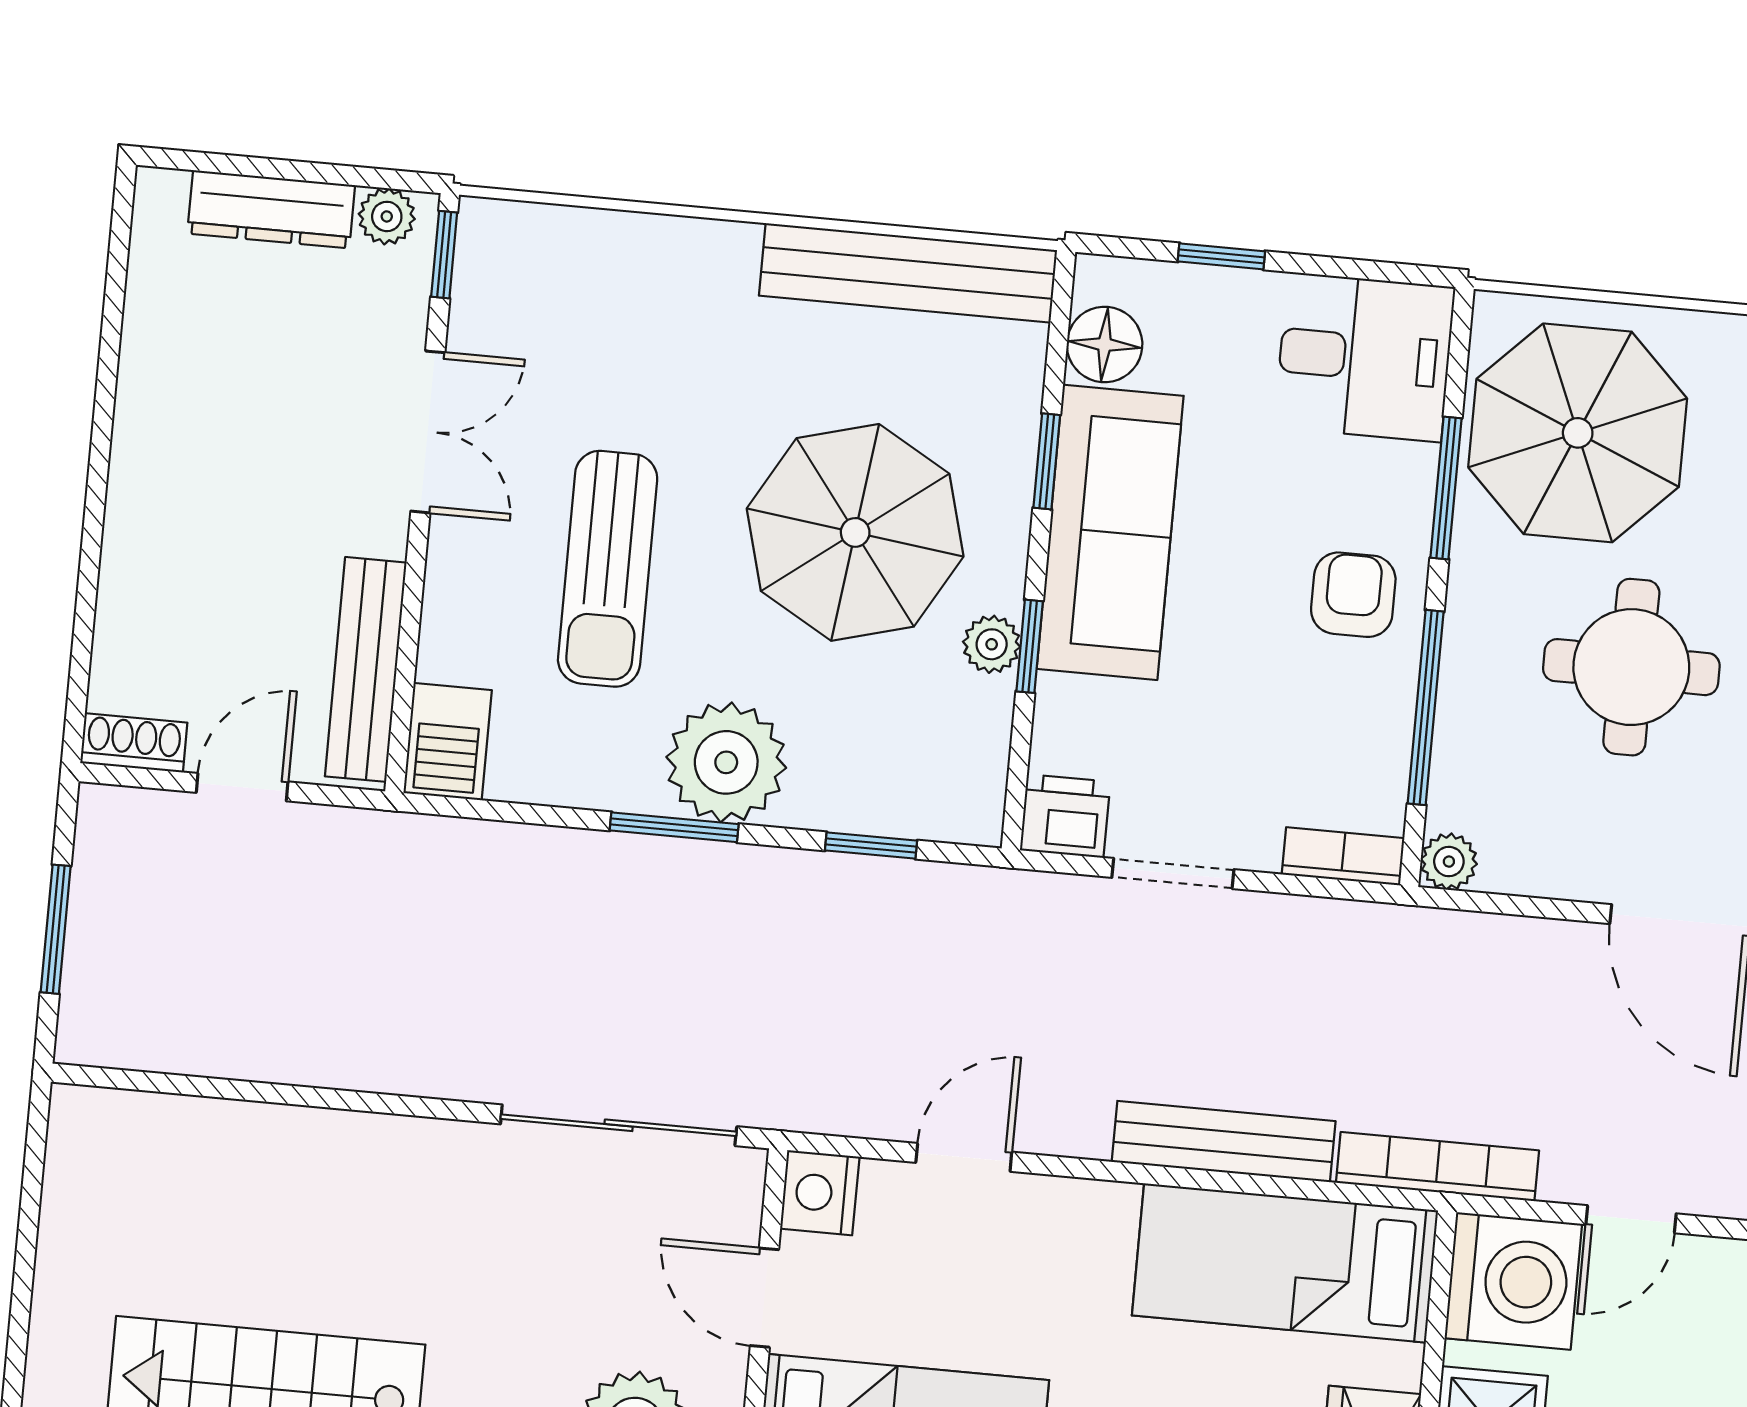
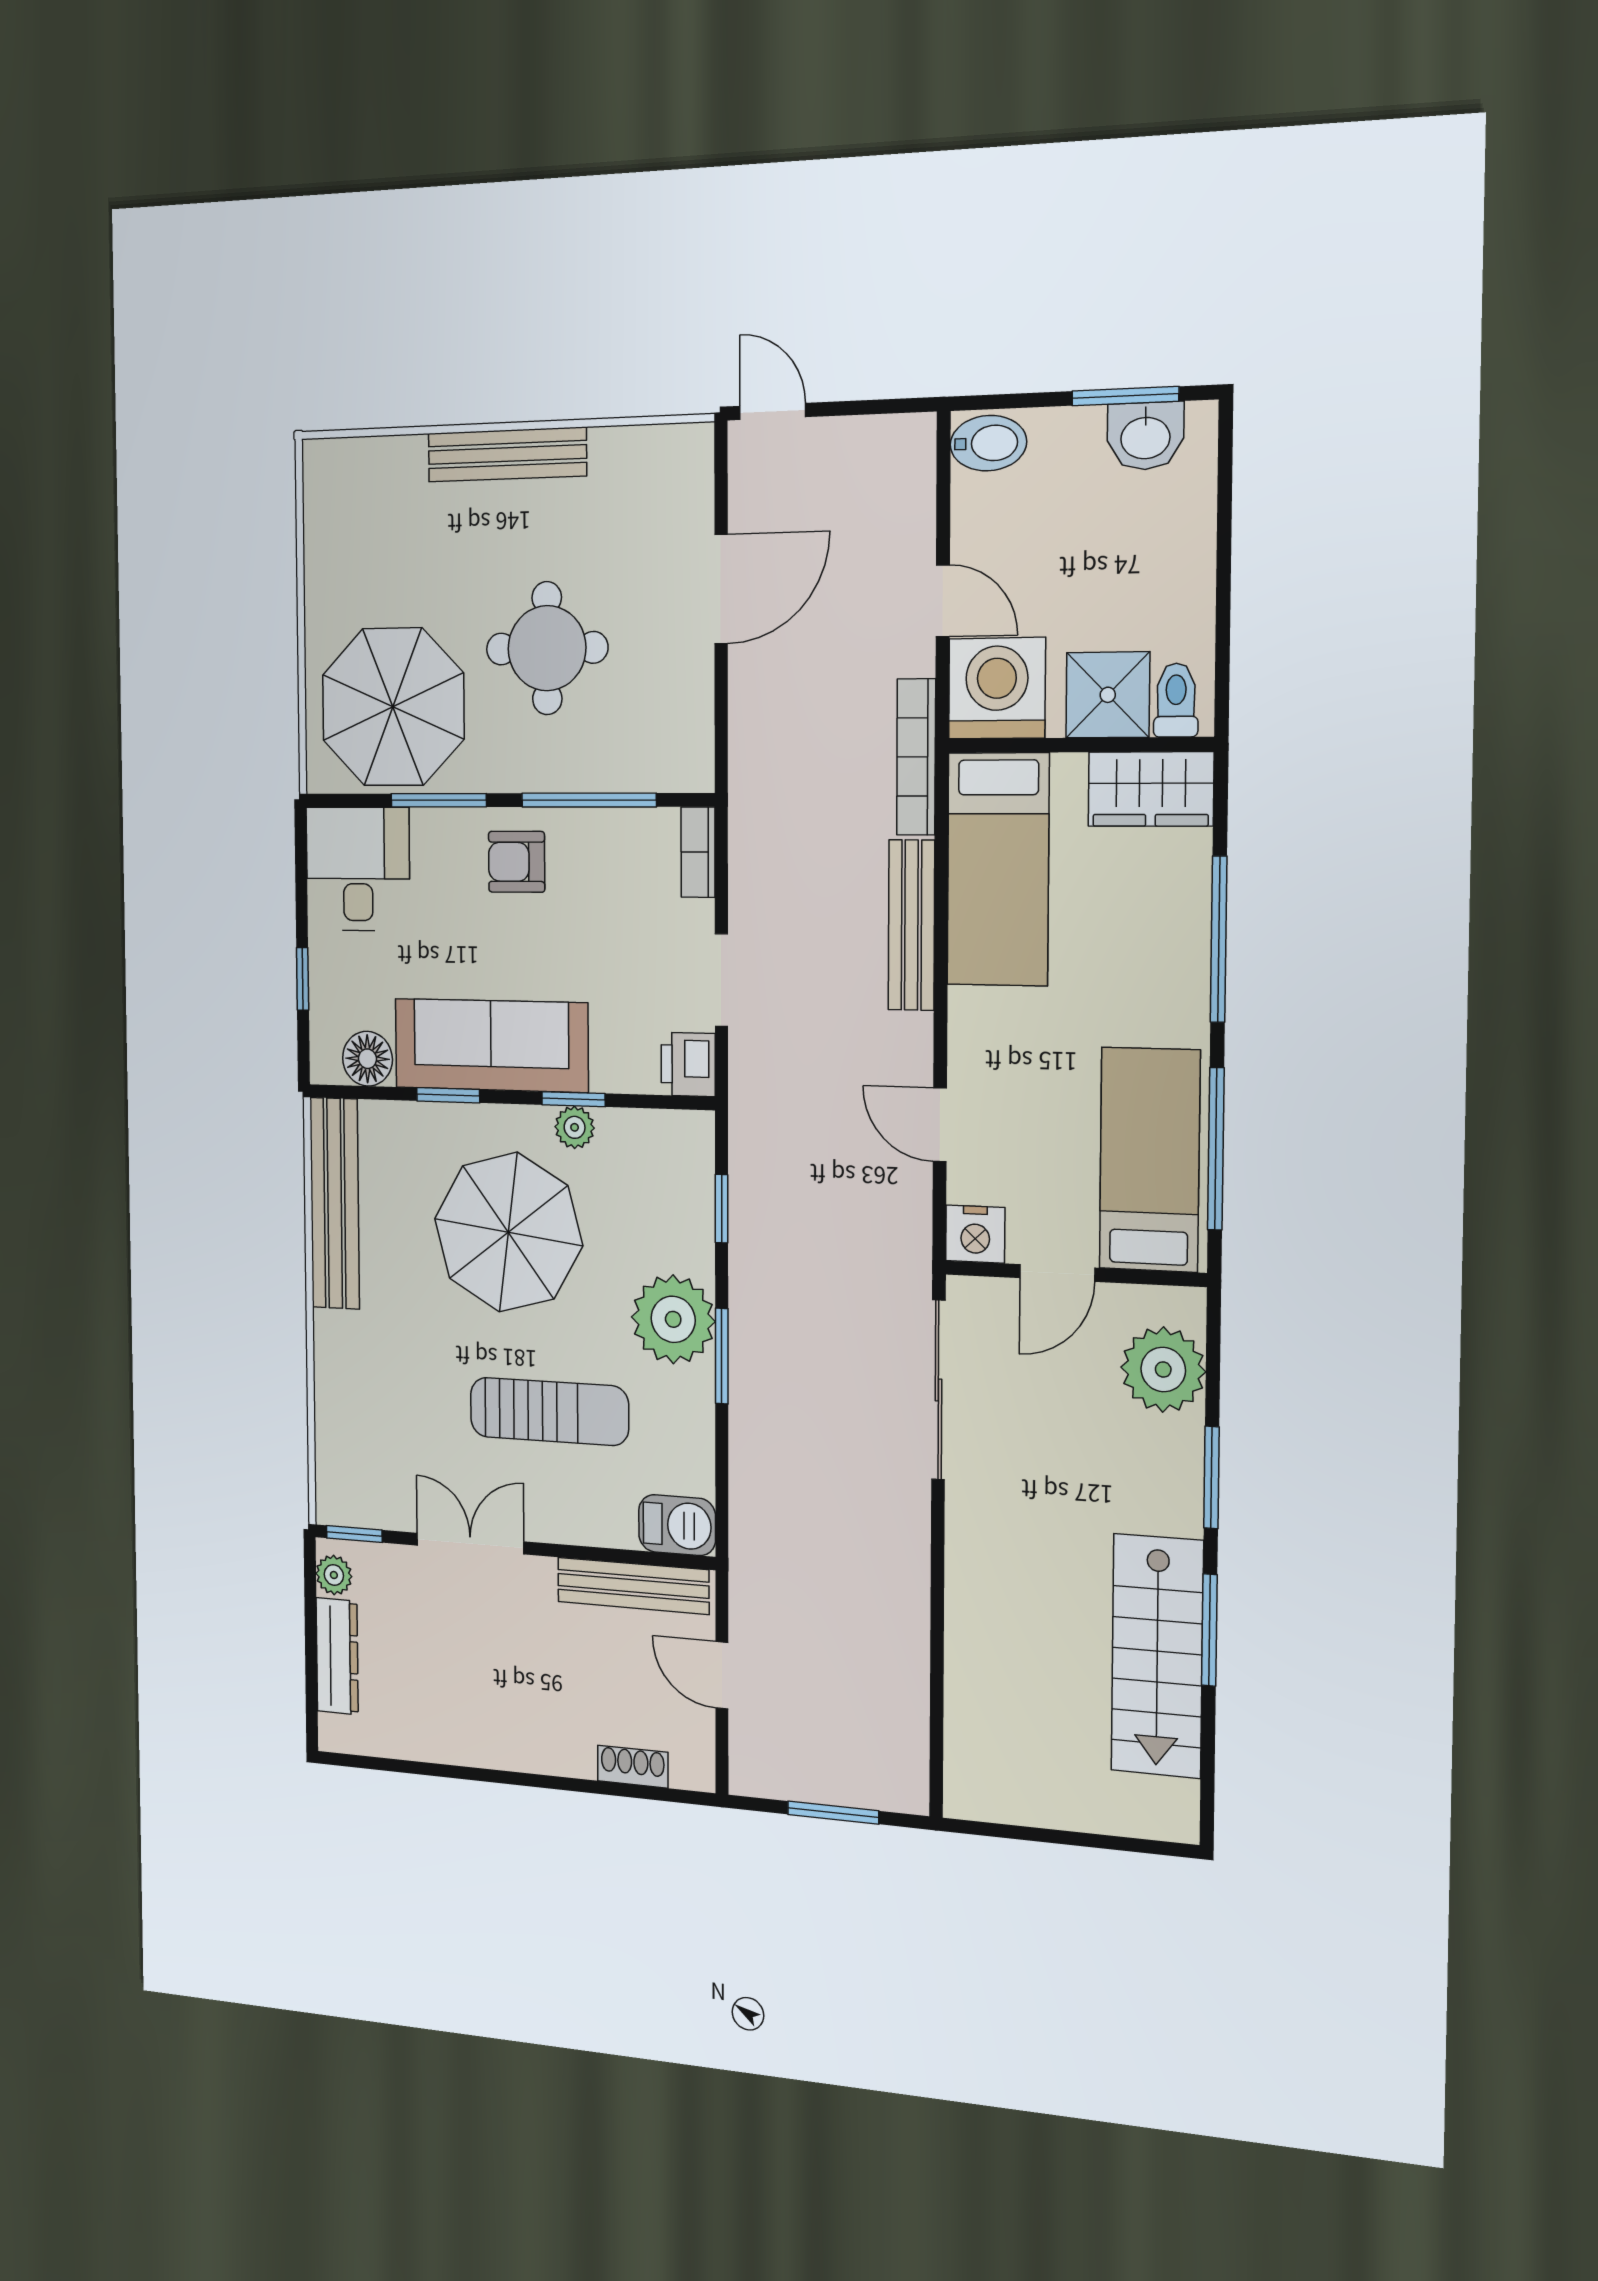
shoe rack: (134, 743) -> (633, 1767), moved, turned 90
plant: (1449, 862) -> (695, 771), removed

